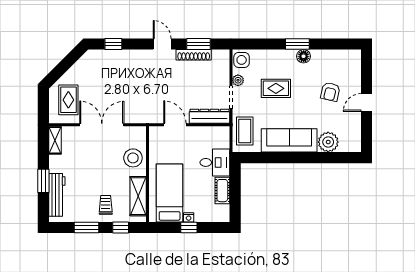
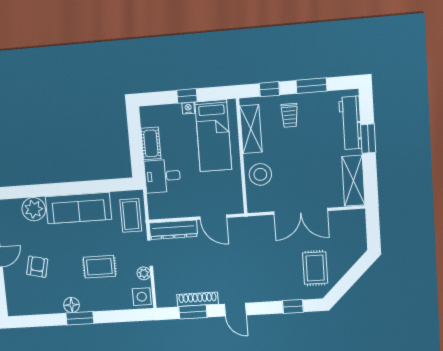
rug: (68, 100) -> (315, 268), moved
shelving: (55, 140) -> (353, 181), width x1.50, depth x1.33

